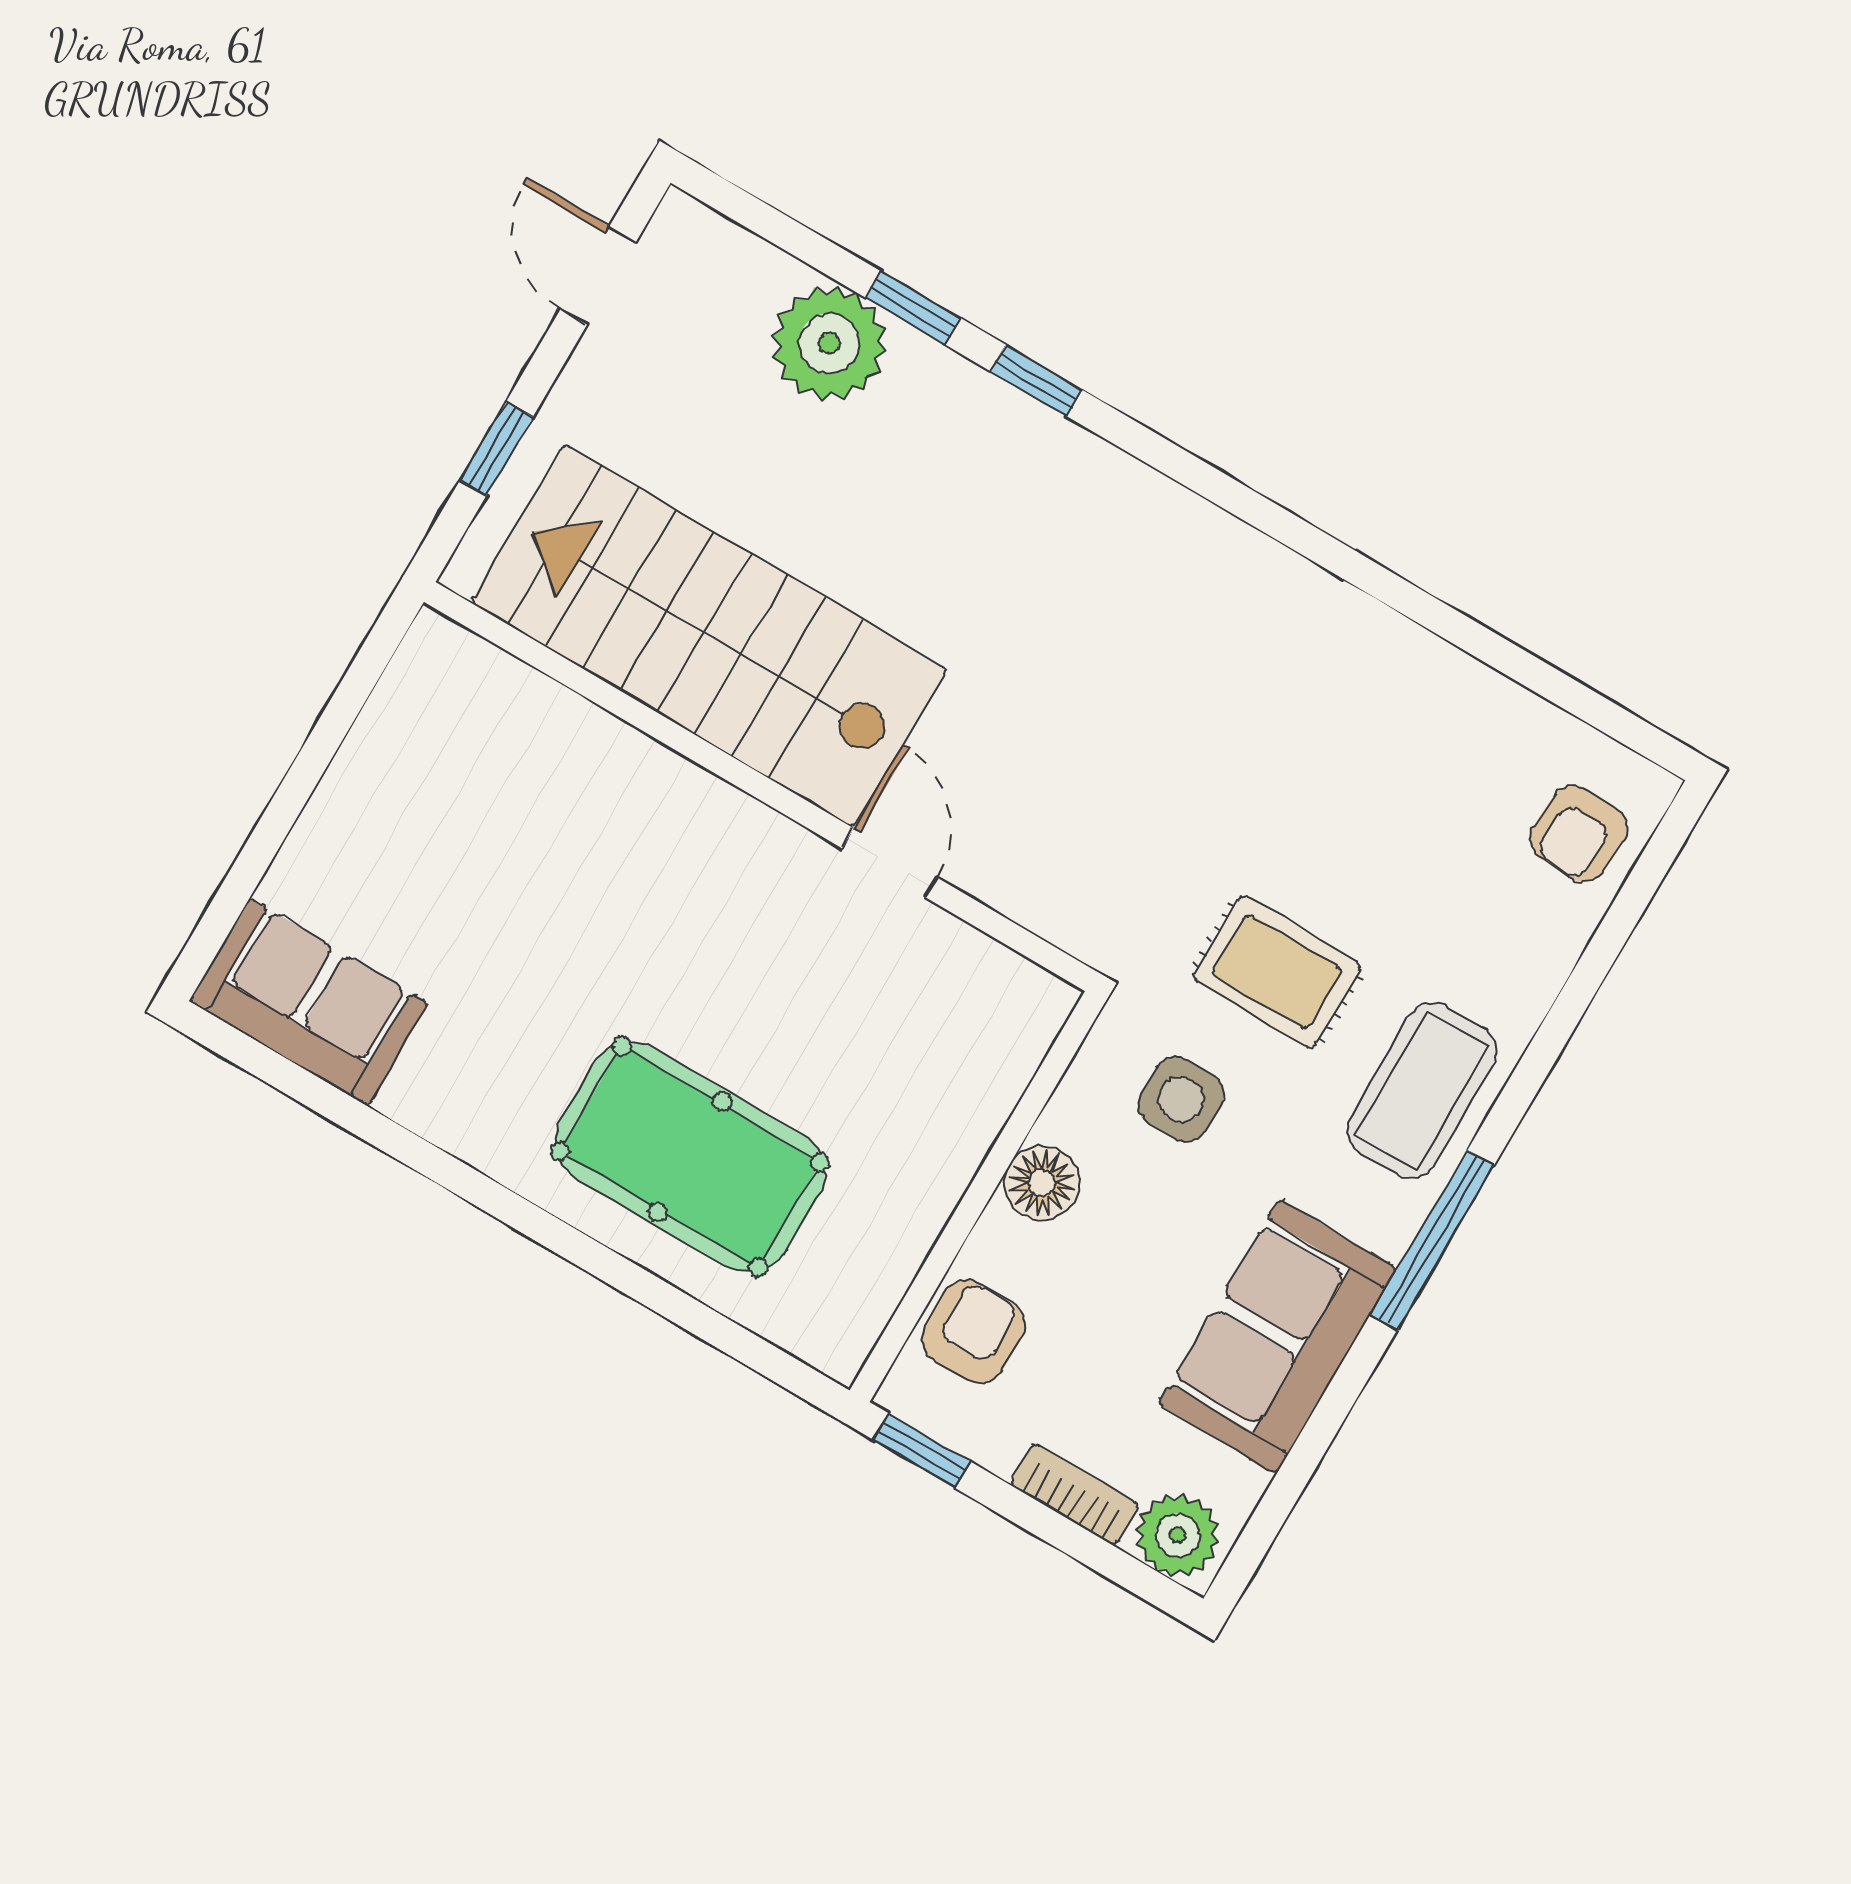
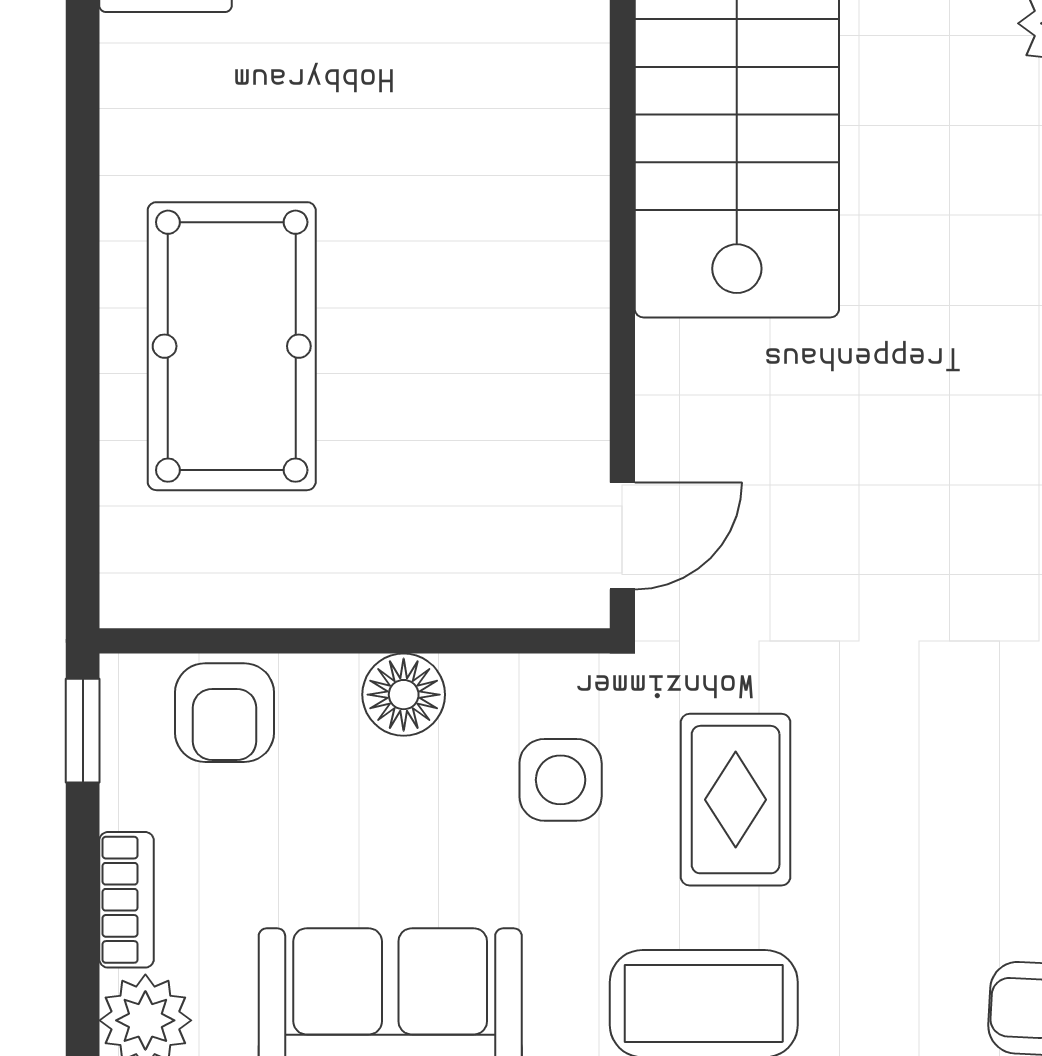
door: (890, 863) -> (622, 536), moved
armchair: (973, 1331) -> (225, 713), turned 90

